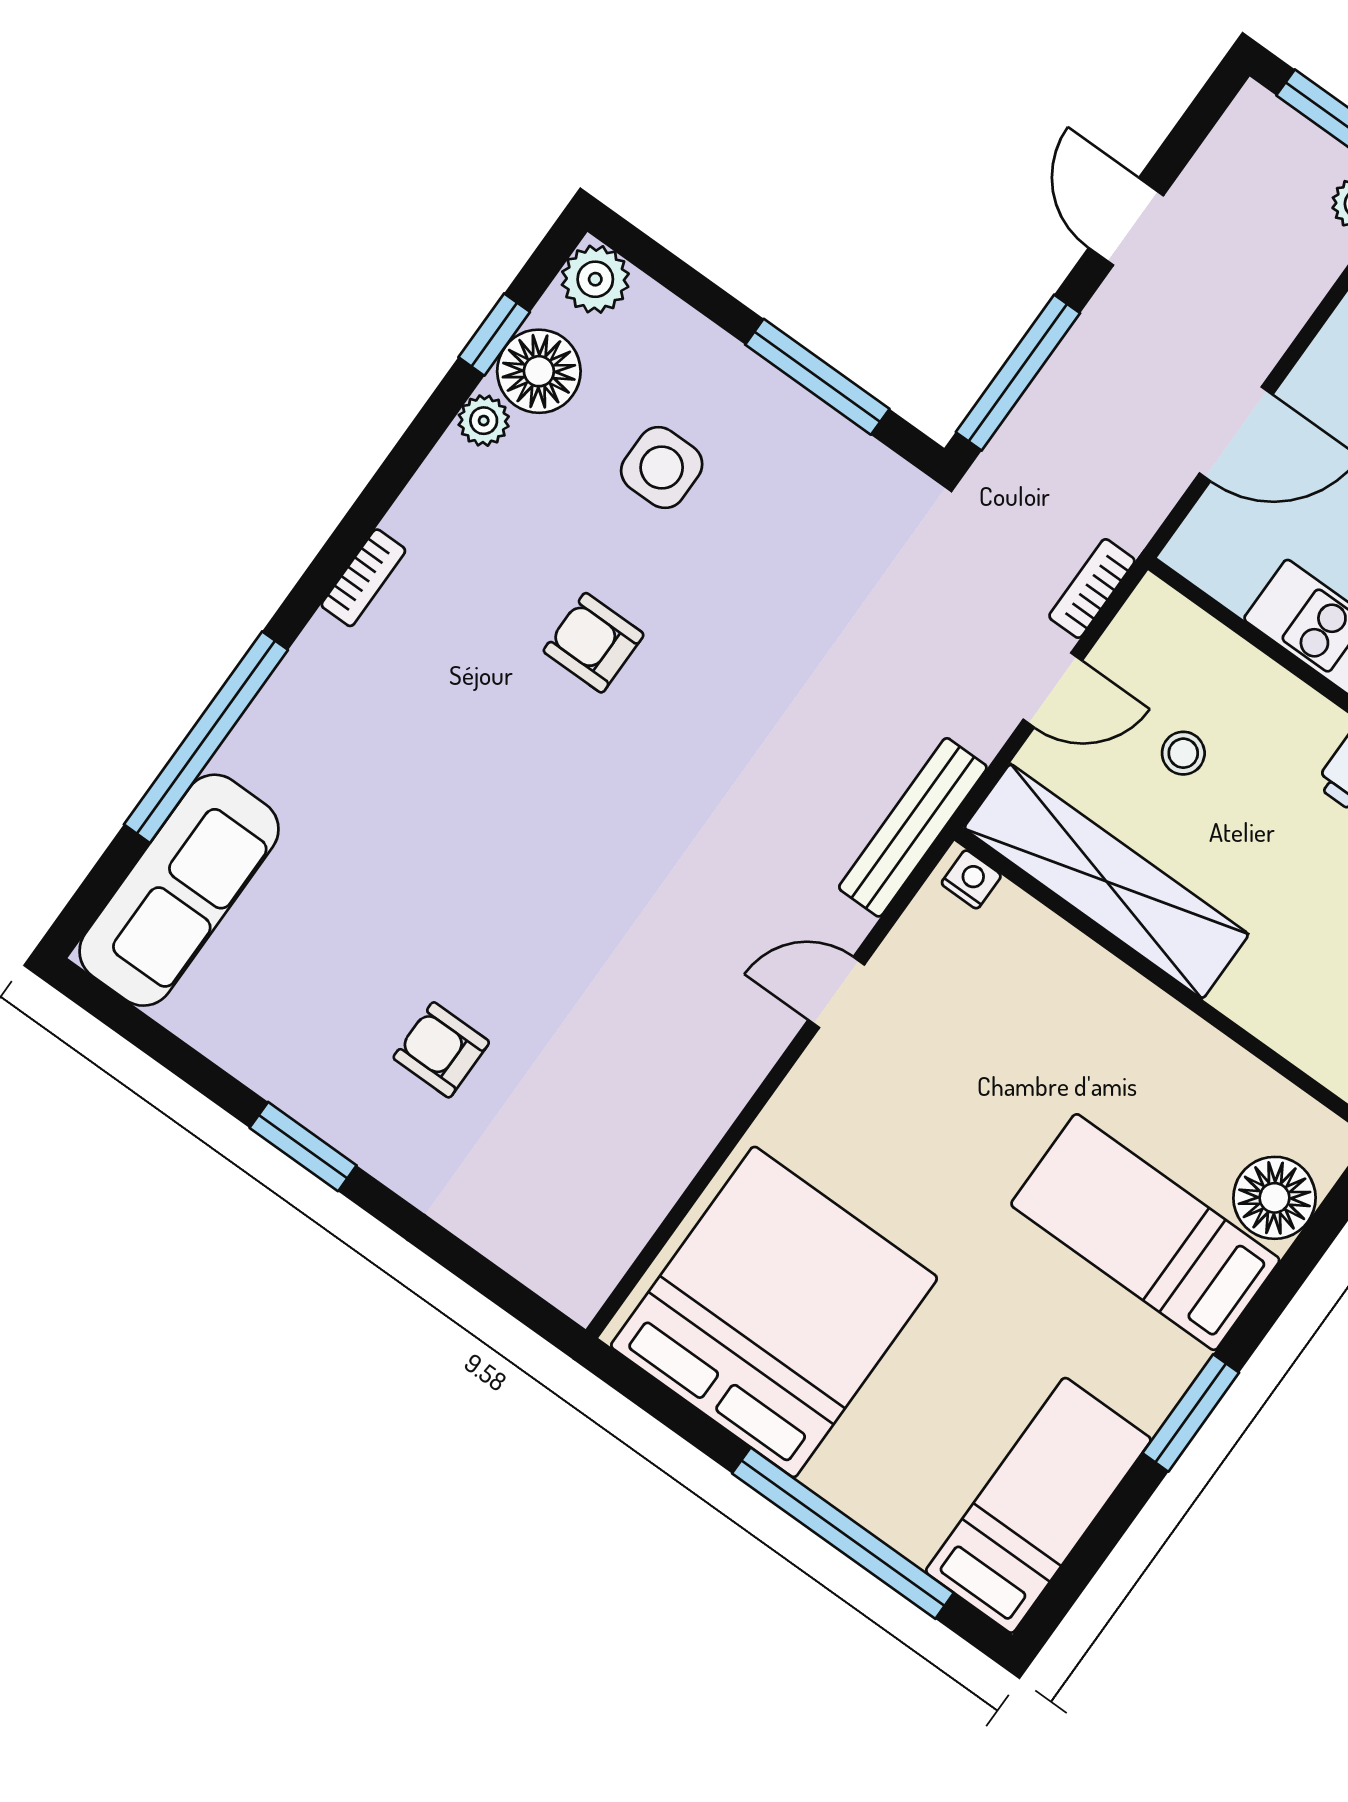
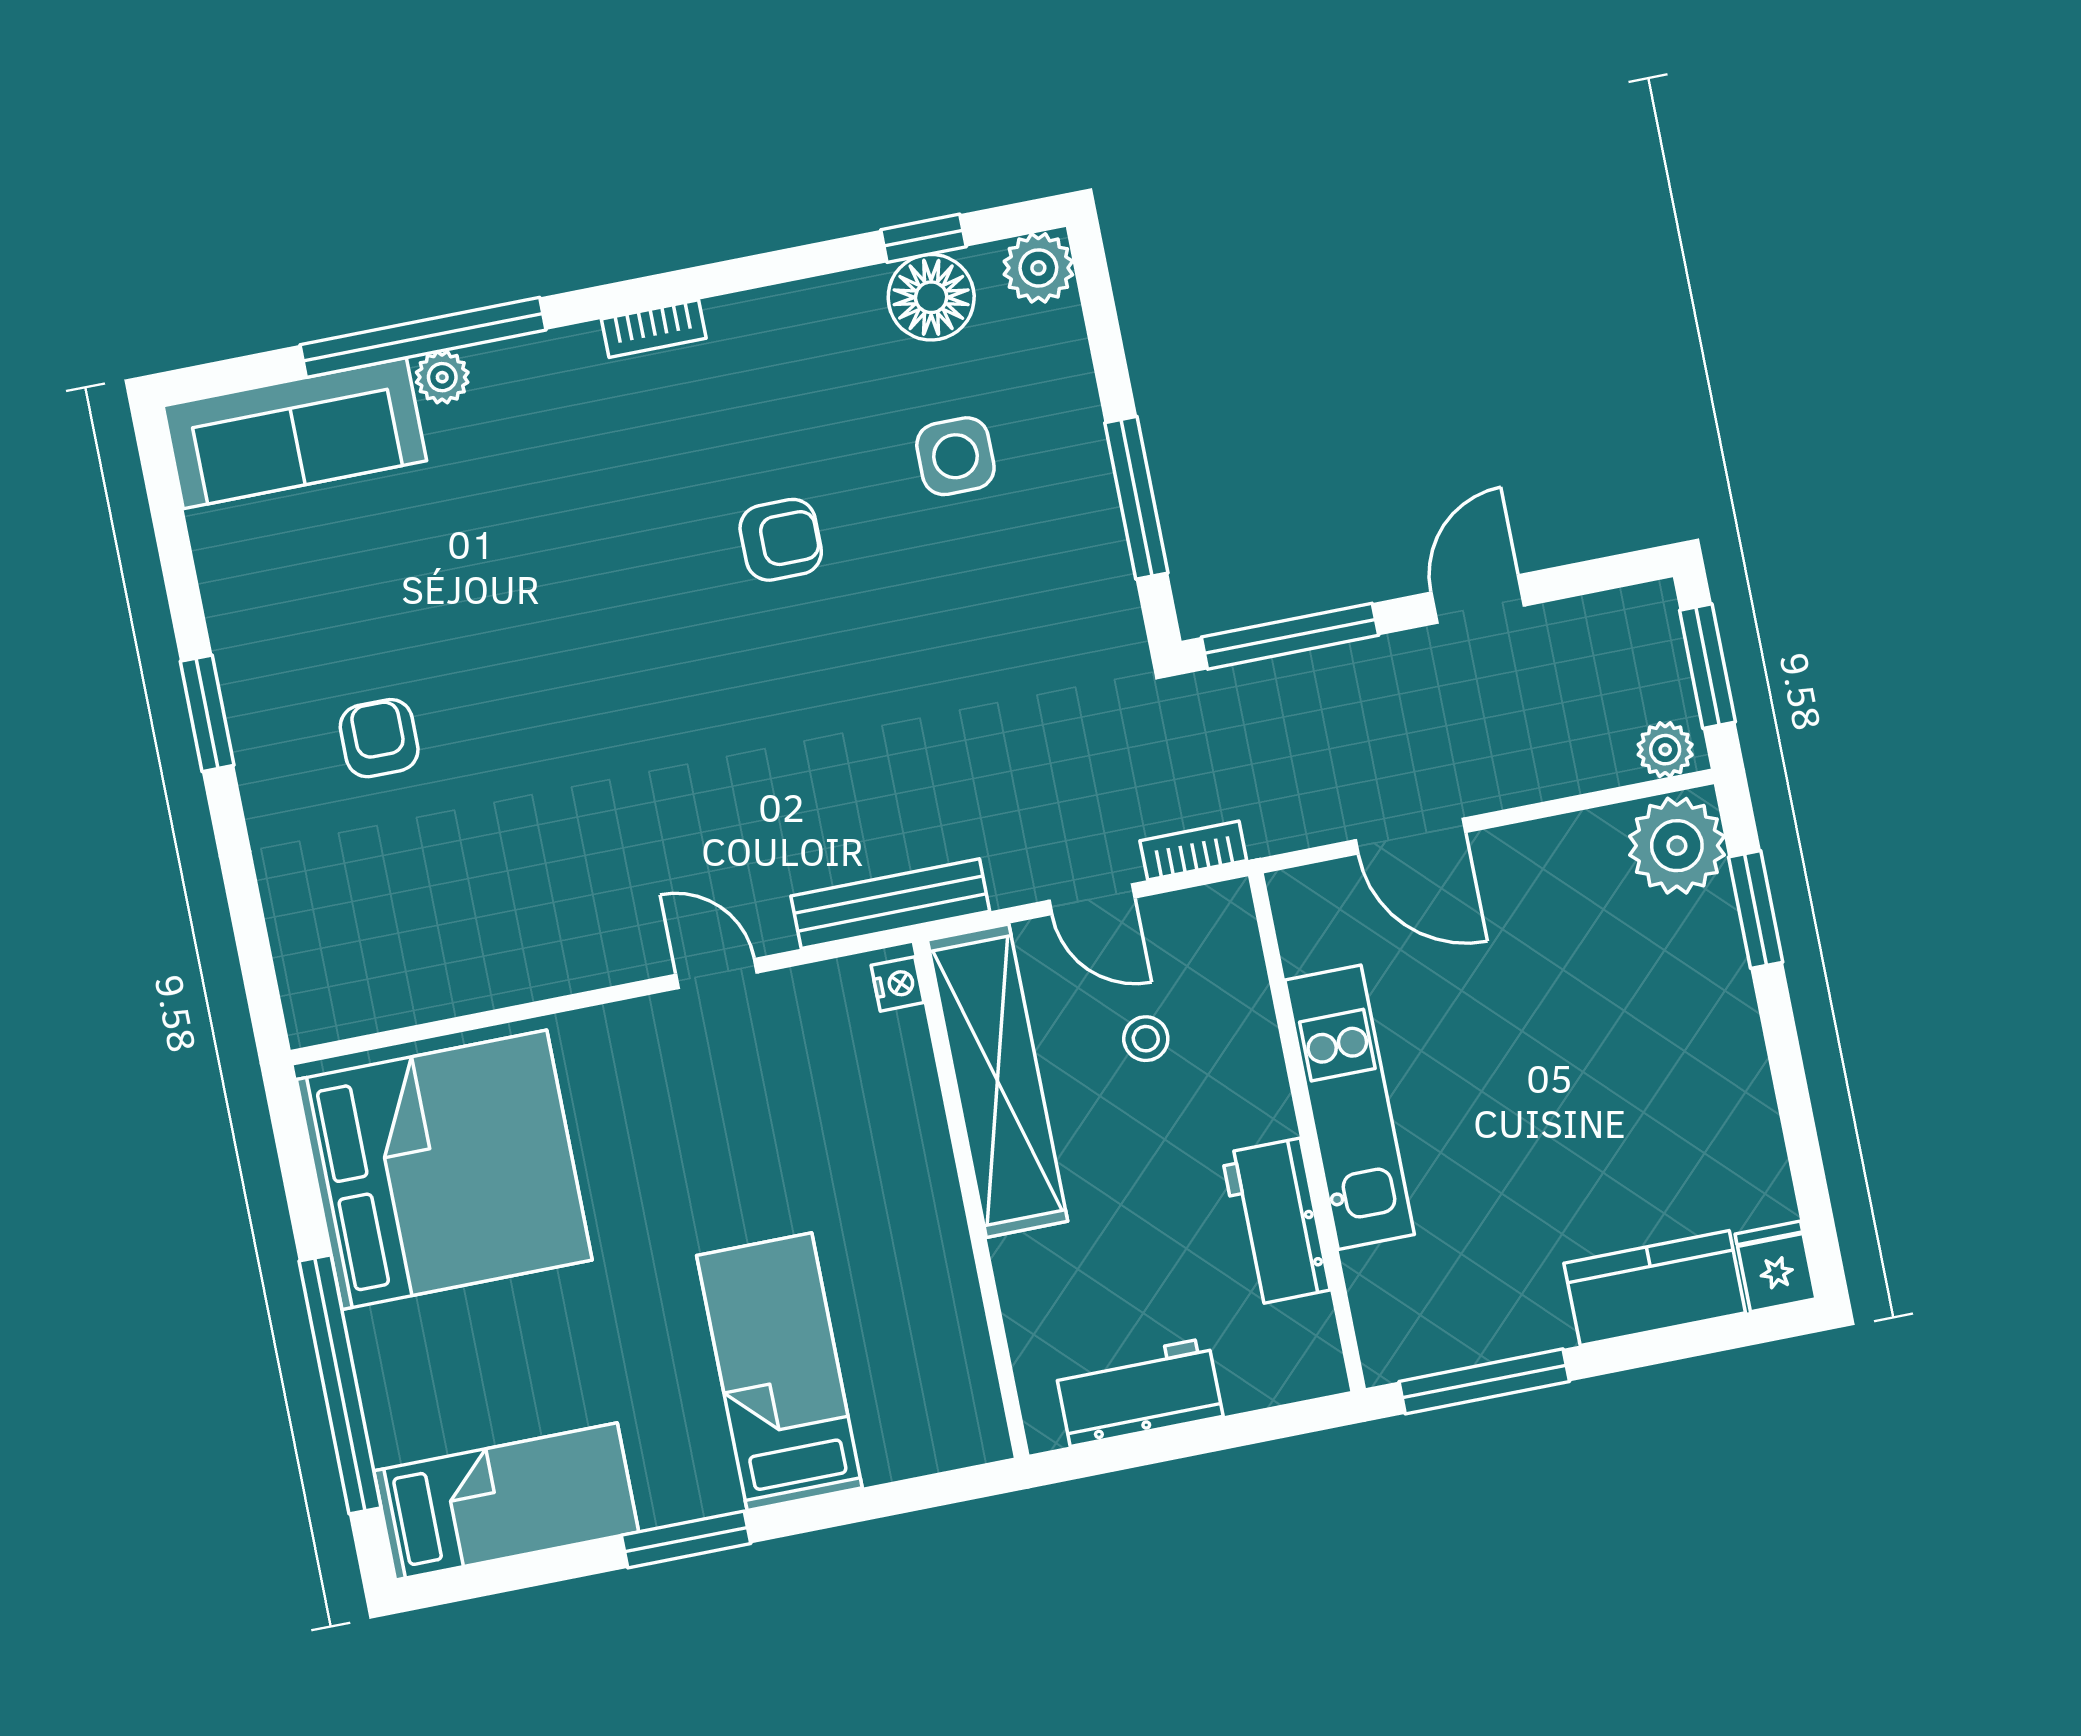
plant: (484, 421) -> (442, 377), moved
armchair: (594, 643) -> (781, 540), turned 90
floor lamp: (1274, 1198) -> (901, 1437), removed

